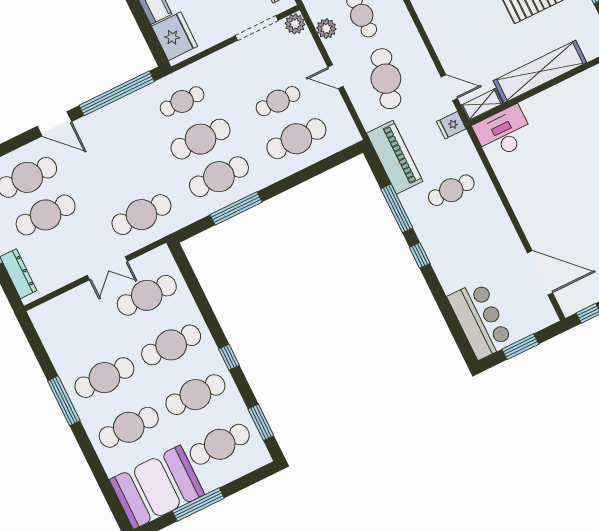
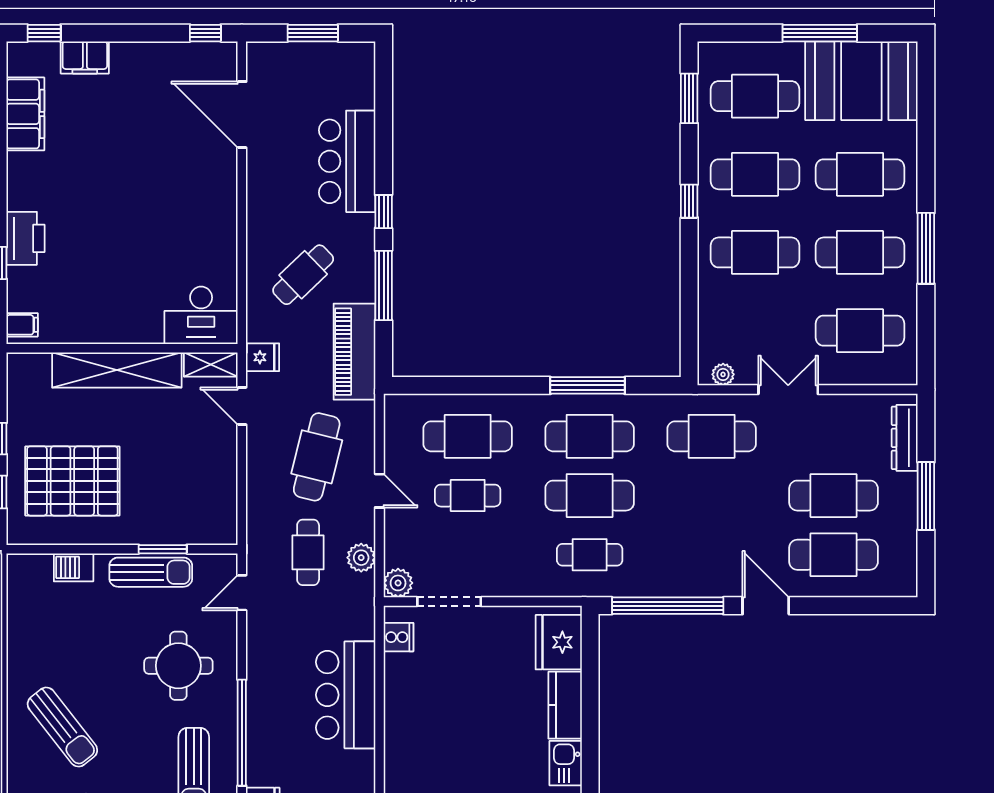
cafe table: (451, 190) -> (303, 275), turned -44
plant: (153, 257) -> (723, 374), added
cafe table: (147, 295) -> (860, 331), moved
bar counter: (480, 320) -> (347, 161), moved

